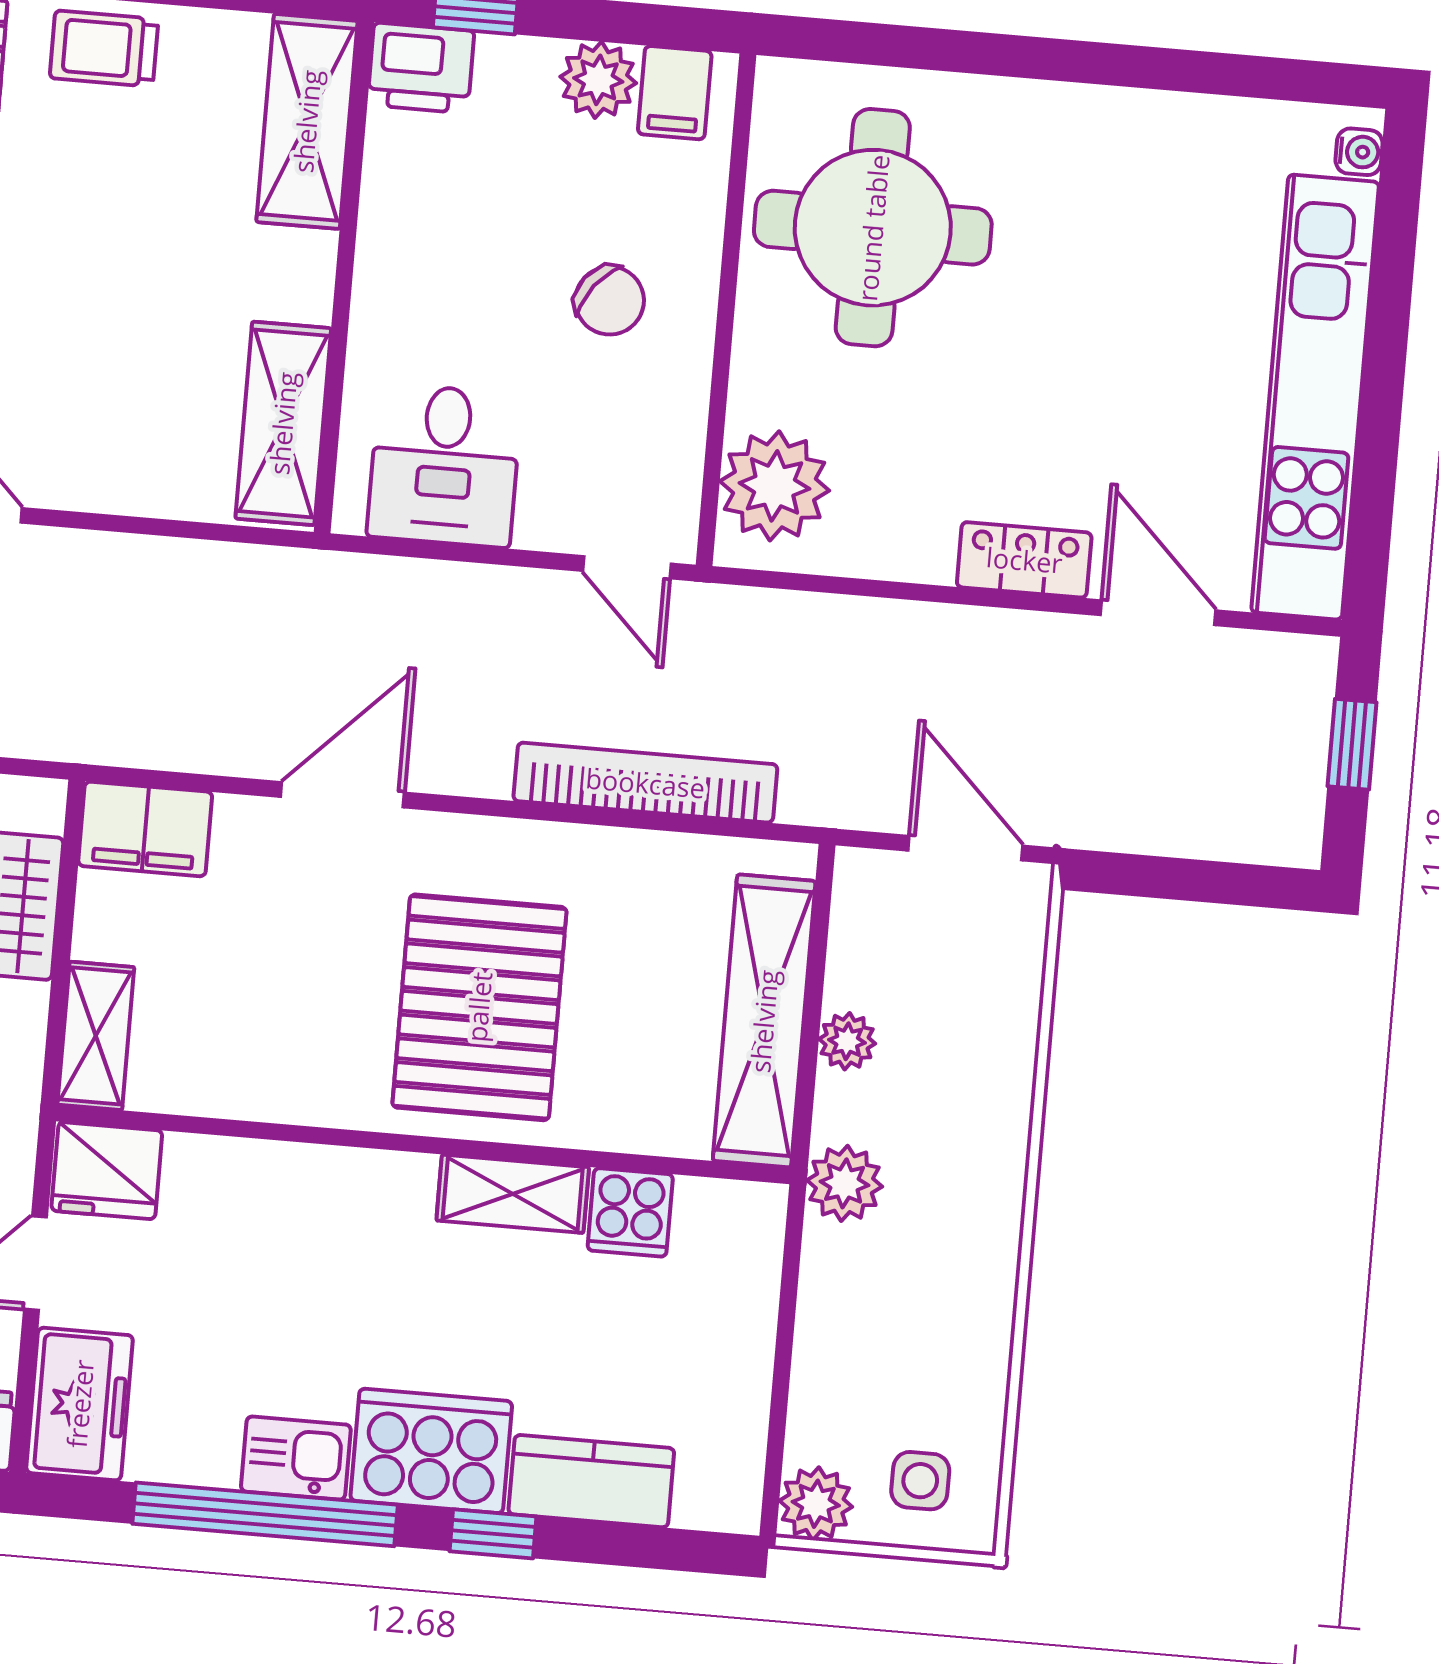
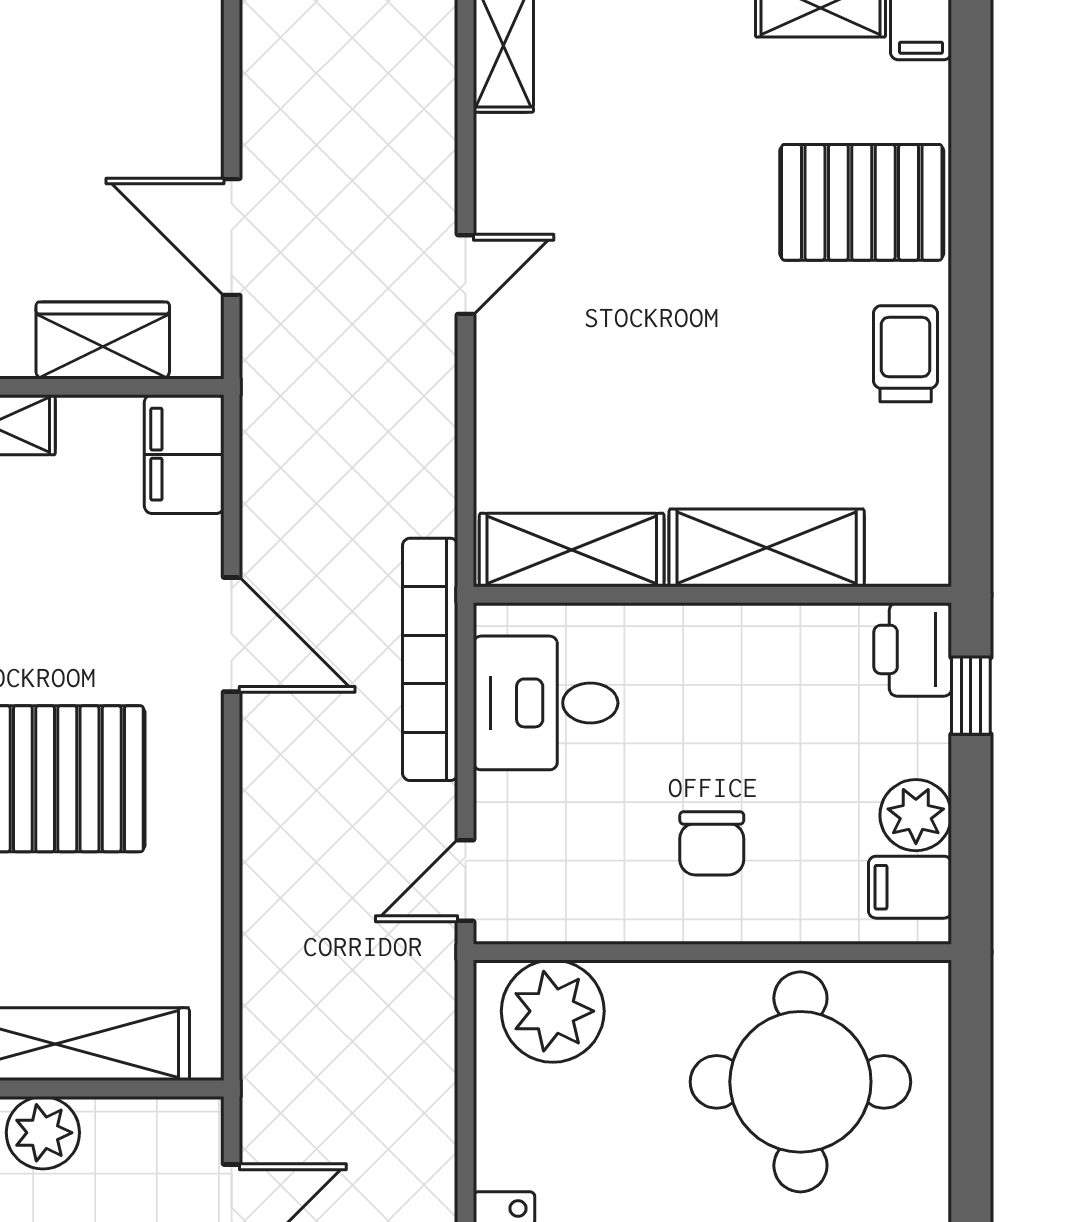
shelving: (307, 121) -> (767, 548), moved
chair: (610, 301) -> (712, 843), turned -38
bookcase: (645, 783) -> (430, 659), moved, turned 180
plant: (847, 1041) -> (43, 1133), width x1.38, depth x1.38

